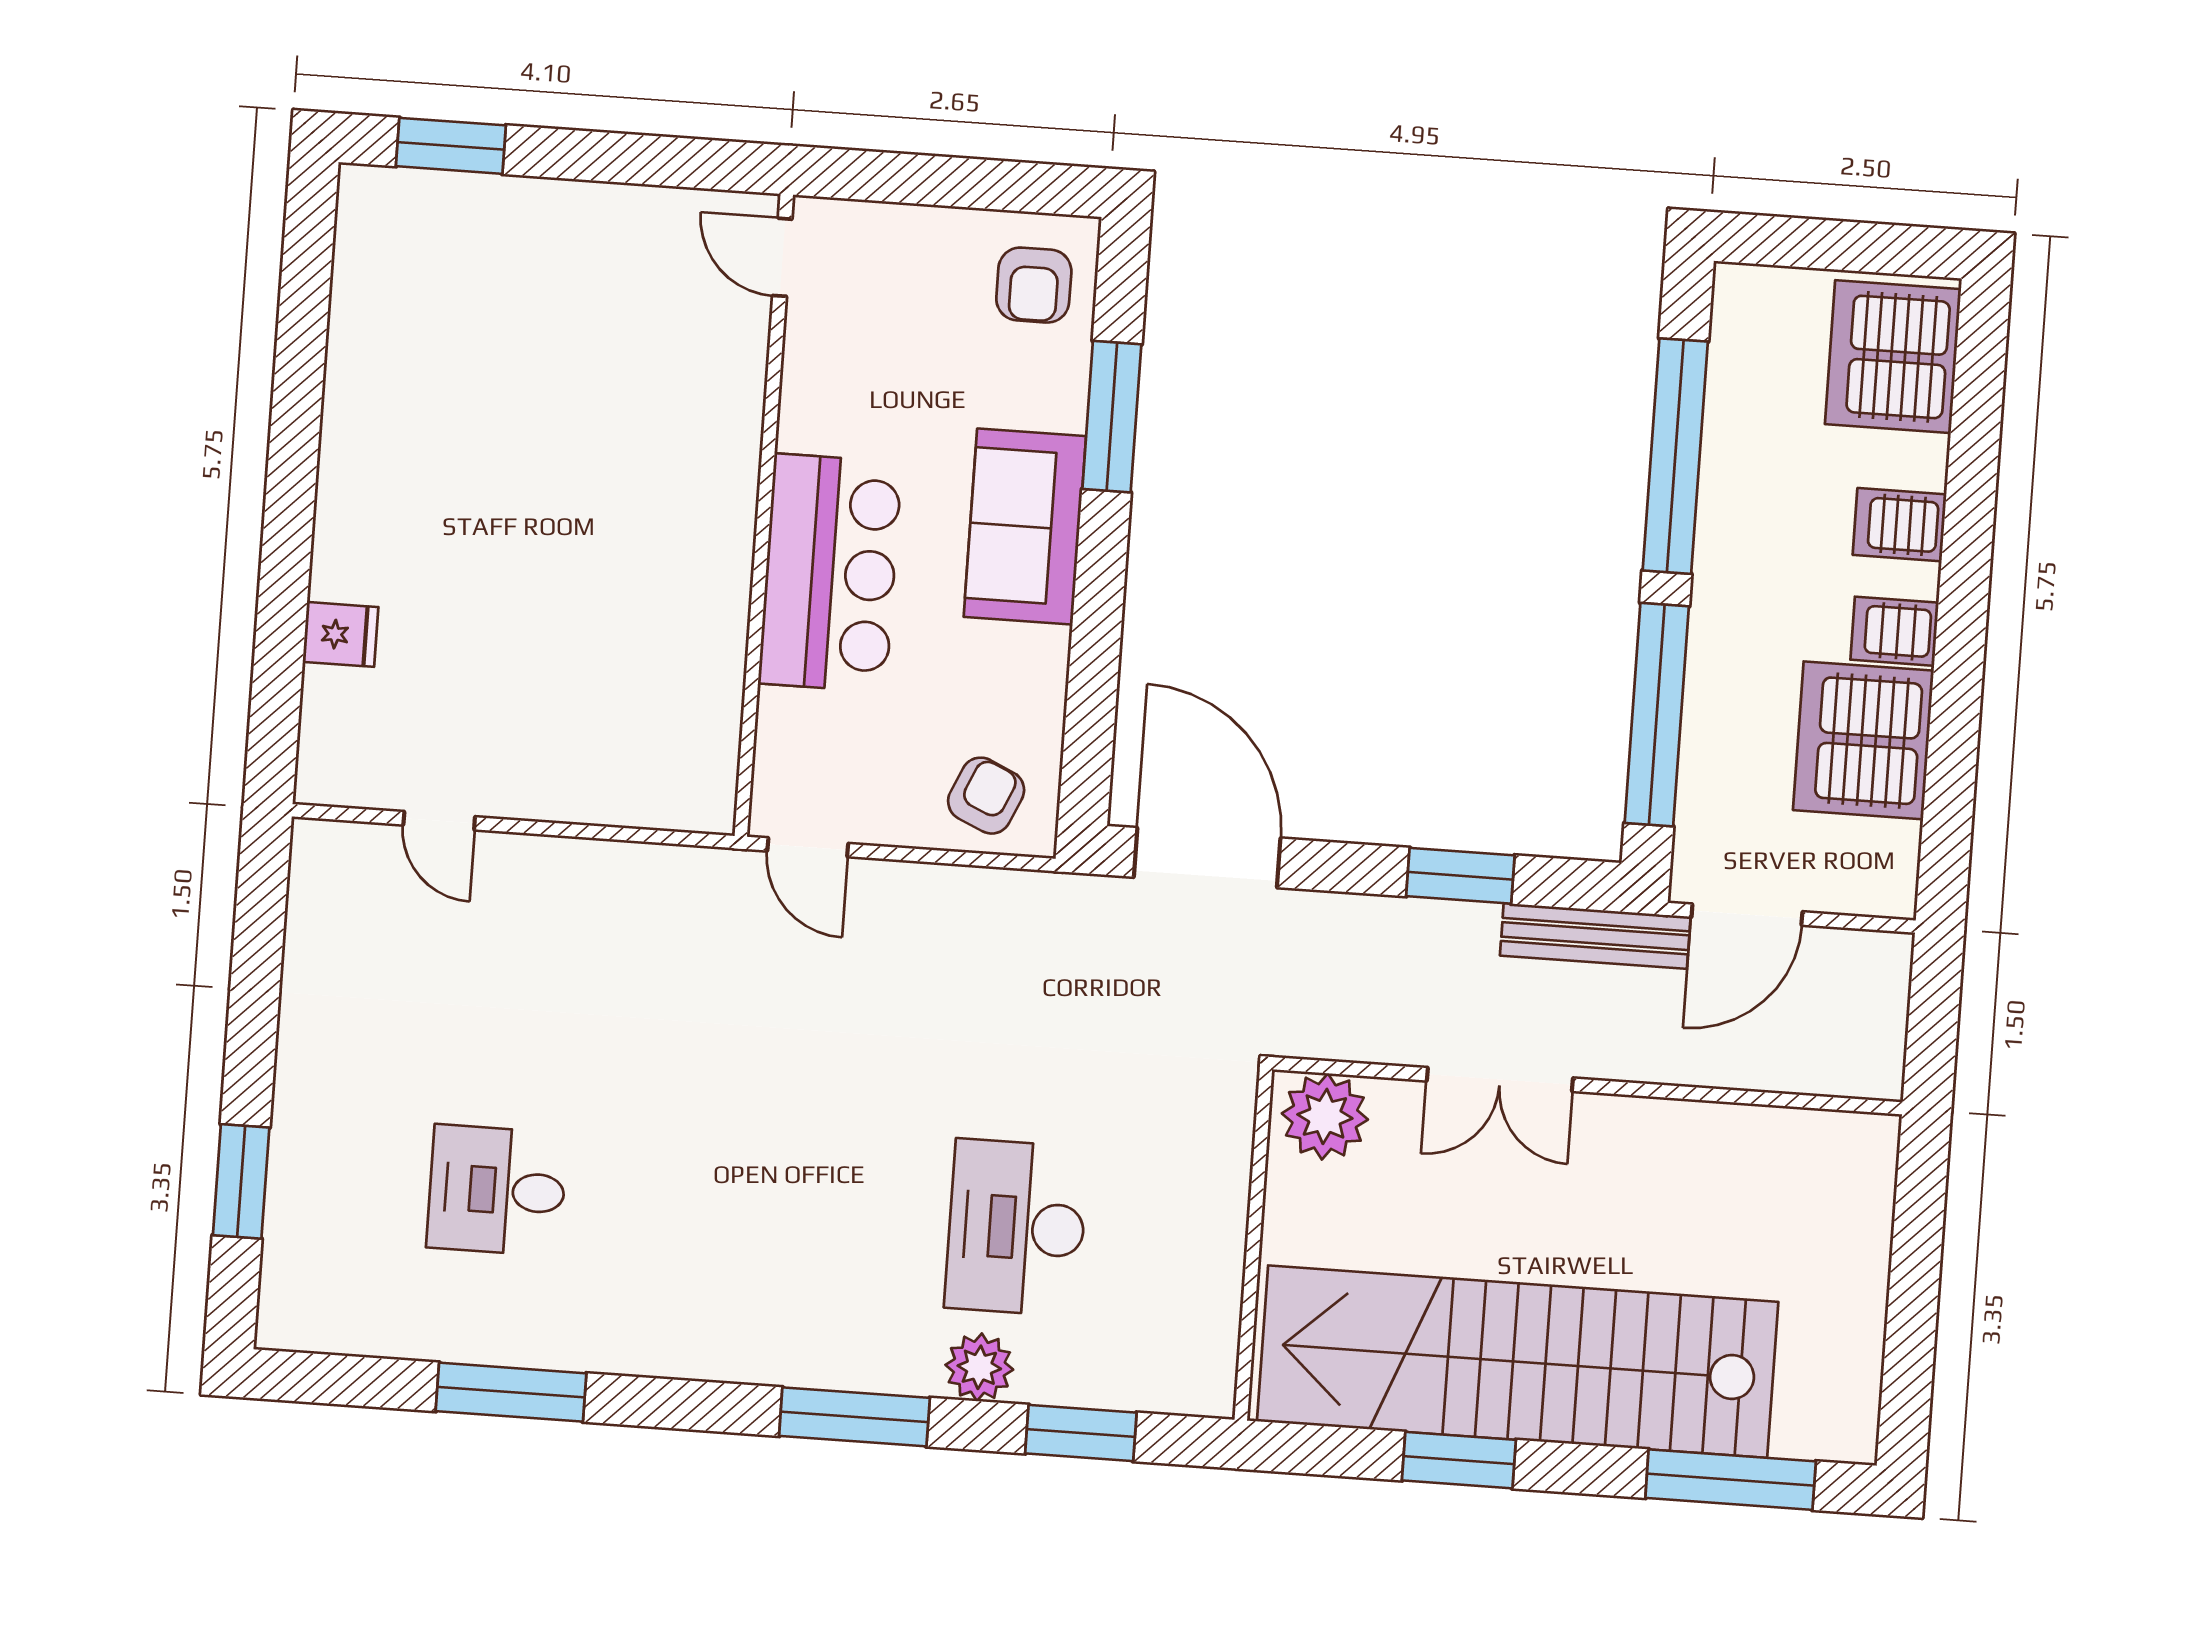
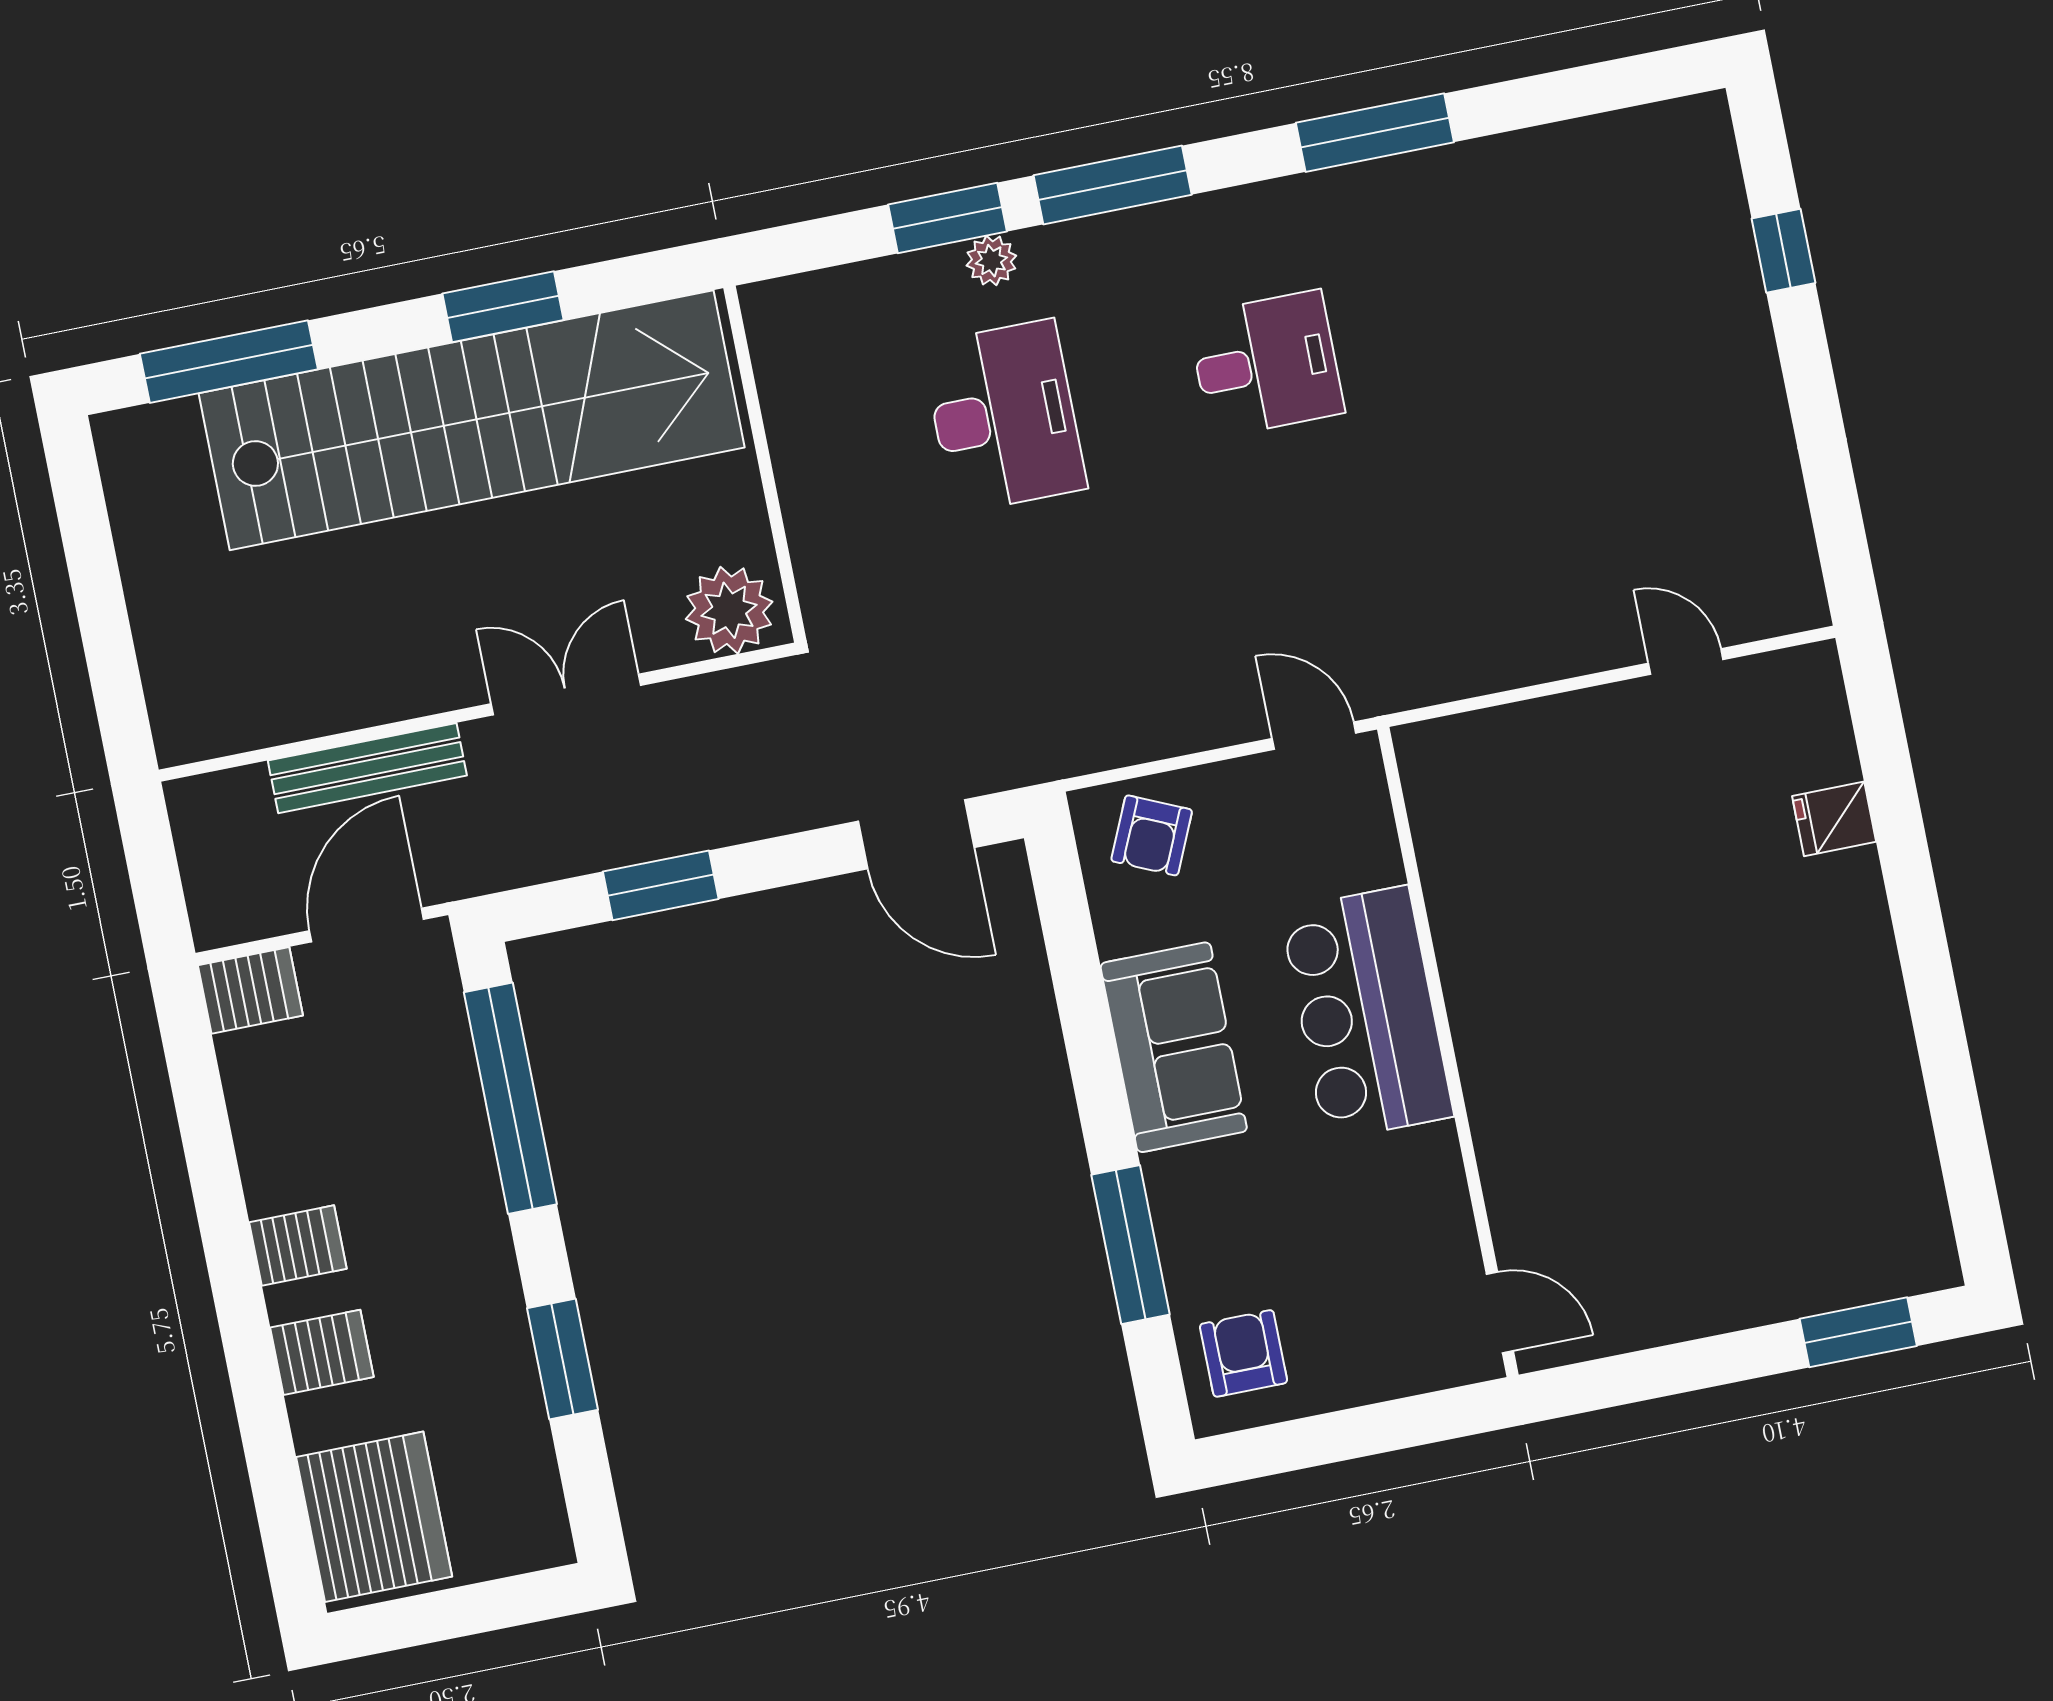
window: (1675, 456) -> (562, 1359), width x0.47
sofa: (1025, 526) -> (1174, 1047), moved
server rack: (1863, 740) -> (250, 990), moved, width x0.46, depth x0.70
door: (1207, 858) -> (916, 834), width x0.73
bench: (1595, 936) -> (367, 768), moved
window: (241, 1181) -> (1783, 251), width x0.67
desk: (497, 1190) -> (1266, 364), moved
plant: (979, 1367) -> (991, 261), width x0.73, depth x0.73
window: (511, 1392) -> (1375, 133), moved
window: (1081, 1433) -> (948, 218), moved

